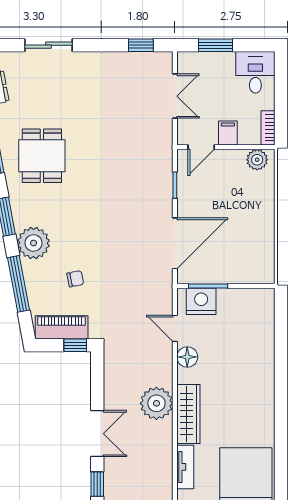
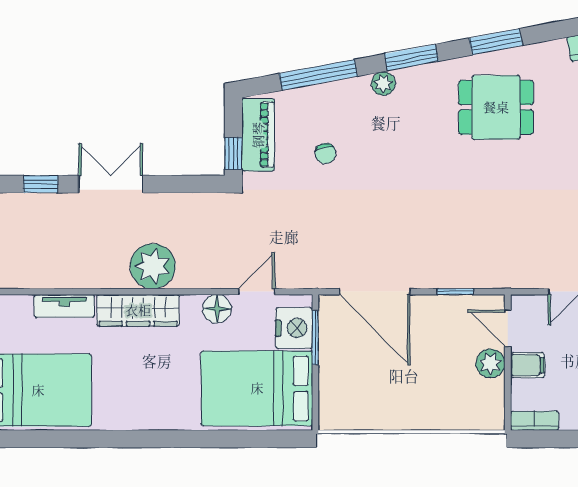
plant: (257, 160) -> (490, 363), moved
plant: (34, 243) -> (383, 84), width x0.53, depth x0.53
bed: (245, 328) -> (257, 388), added
double door: (97, 434) -> (111, 184), swing flipped

